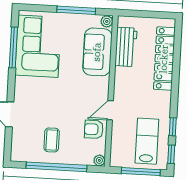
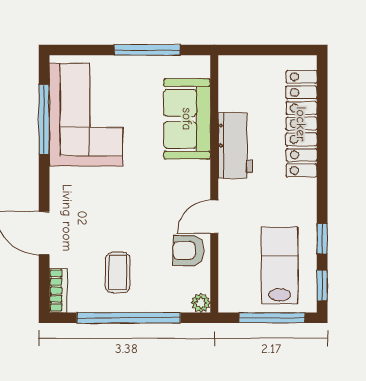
plant: (107, 21) -> (200, 66), removed
workbench: (126, 47) -> (235, 145), moved
bookcase: (16, 148) -> (58, 290), added

